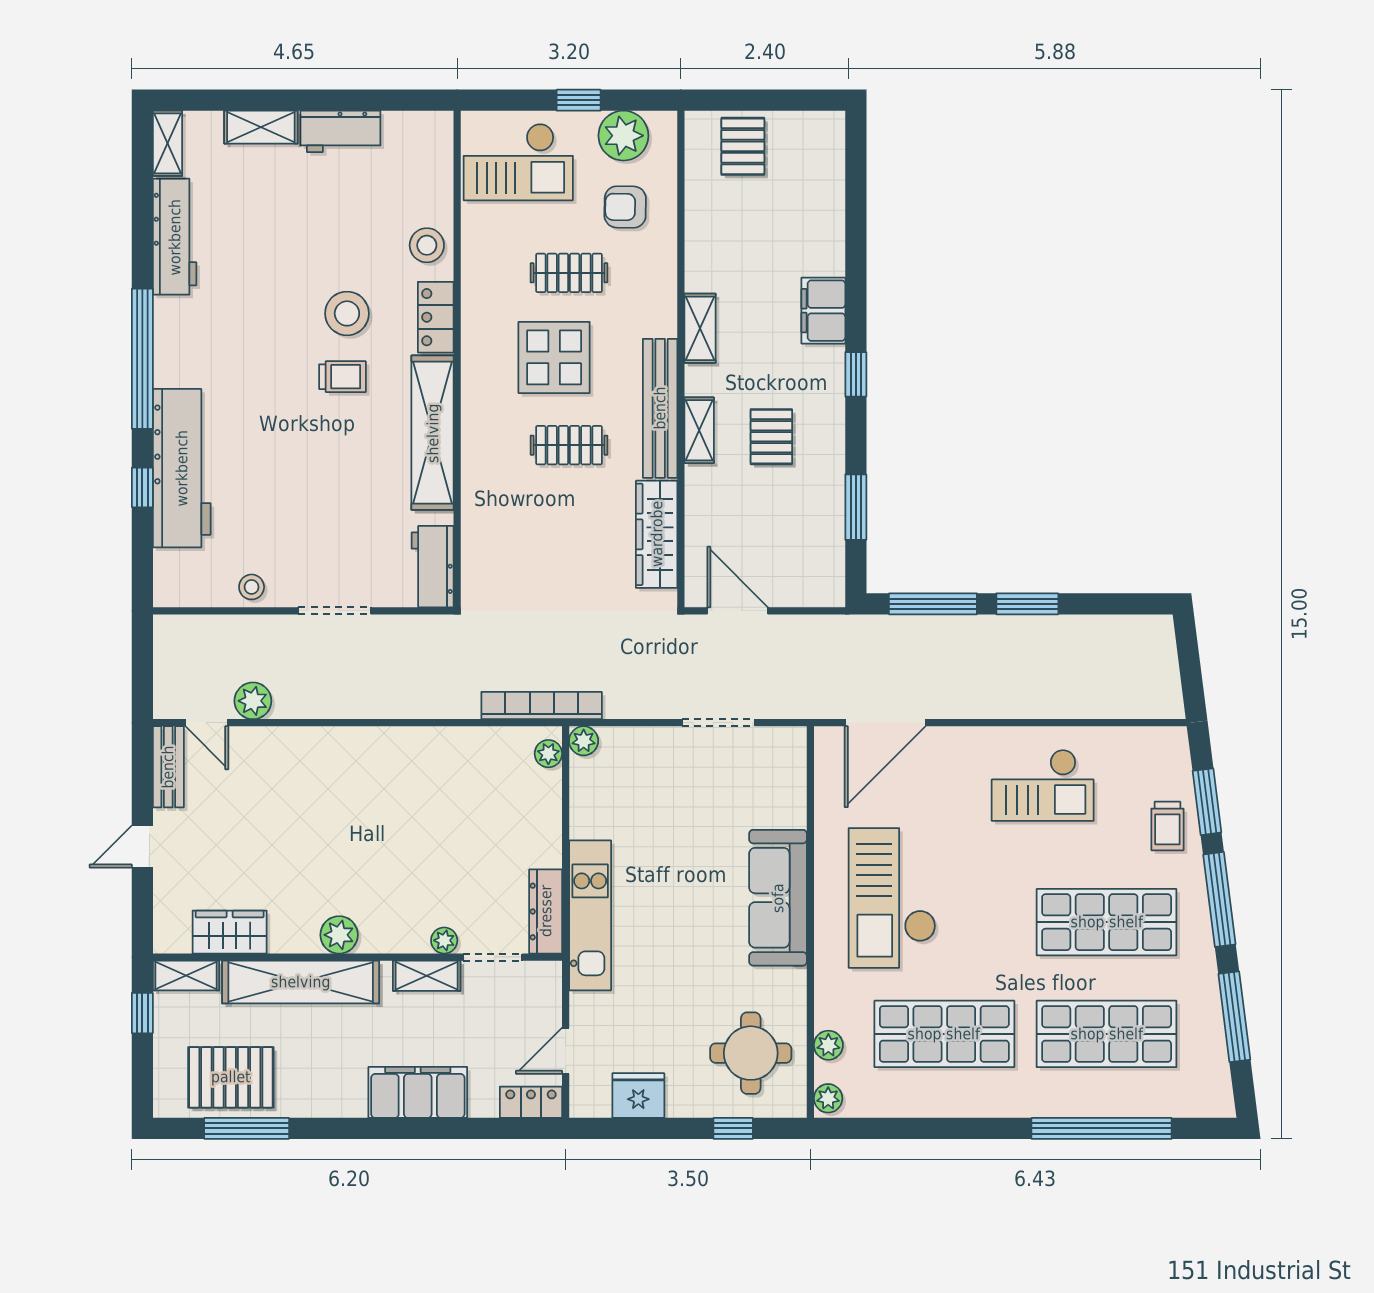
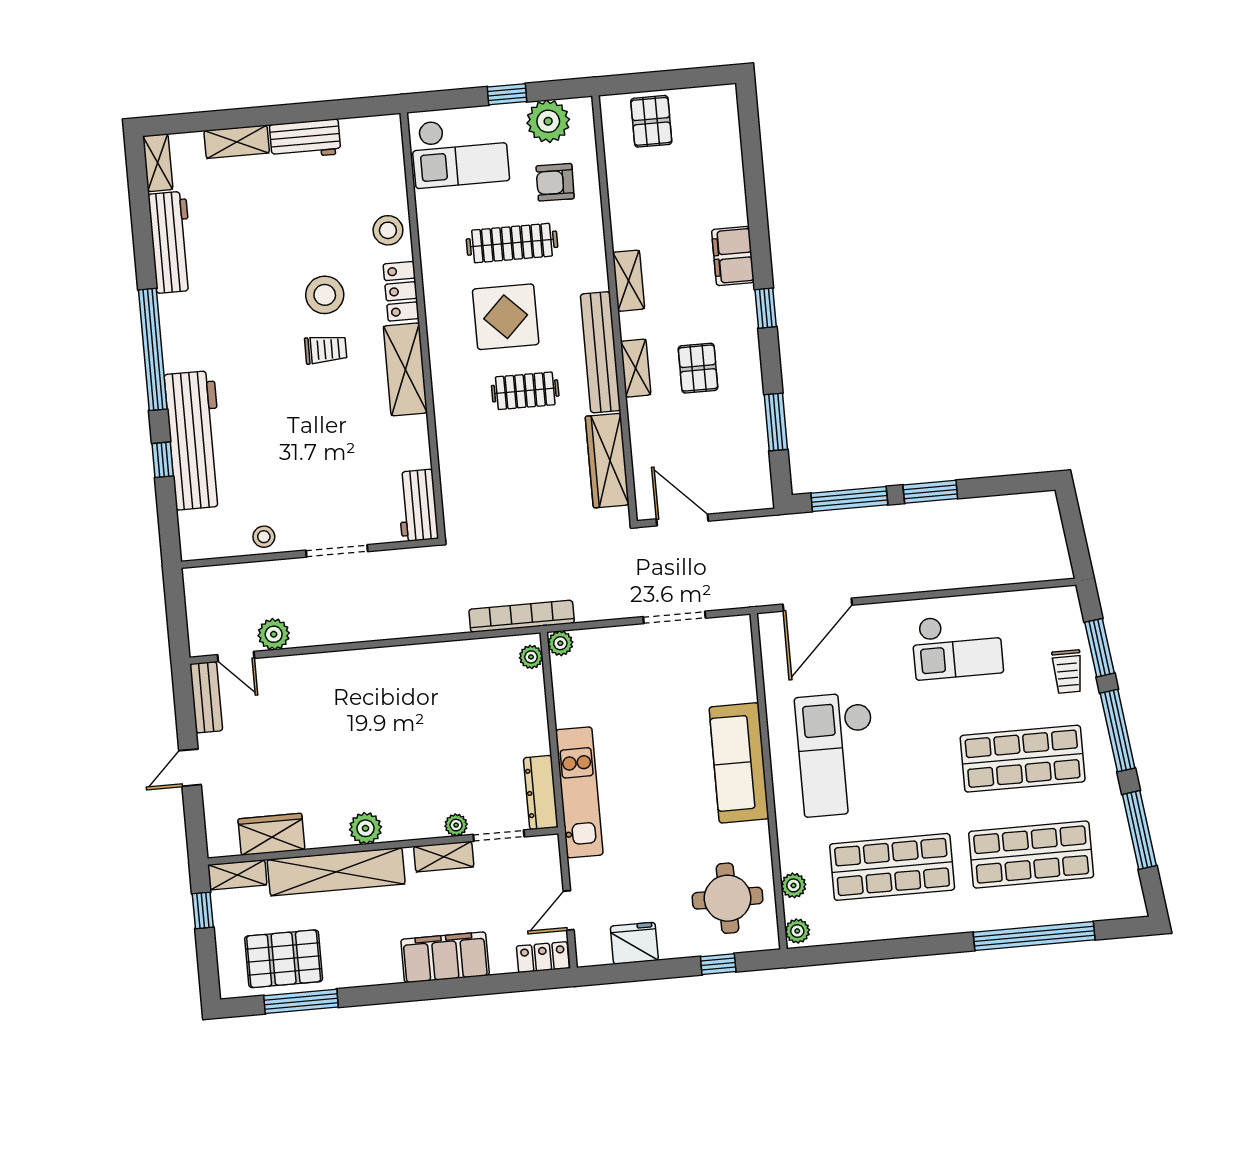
clothes rail: (569, 273) -> (512, 243), width x1.36
shelving: (433, 433) -> (405, 369), width x0.68

